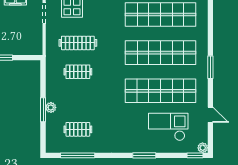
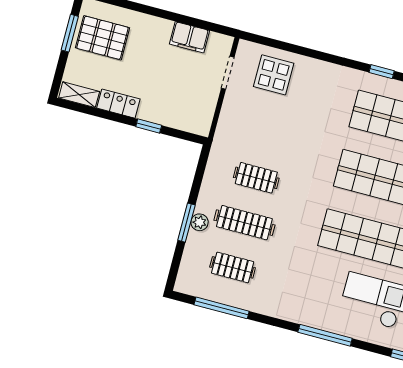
clothes rail: (78, 43) -> (244, 223), moved
window: (144, 155) -> (325, 335), width x1.44

